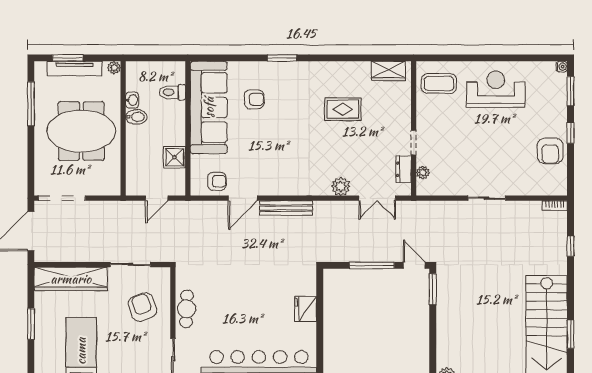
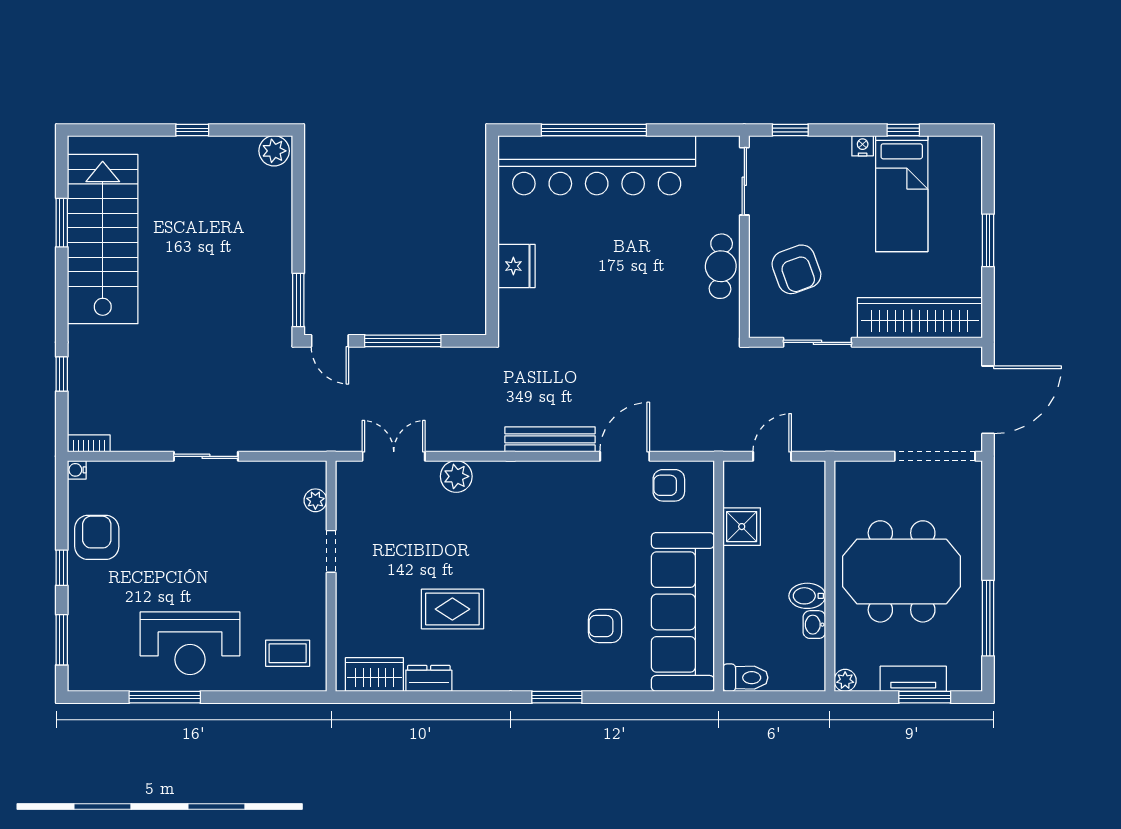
window: (511, 58) -> (165, 697), added
water cooler: (562, 67) -> (77, 470), moved
tv unit: (74, 69) -> (913, 679), width x0.71
coffee table: (439, 83) -> (288, 653), width x0.73, depth x0.77
toilet: (172, 92) -> (745, 678), moved
dresser: (404, 169) -> (429, 678), moved, turned -90

